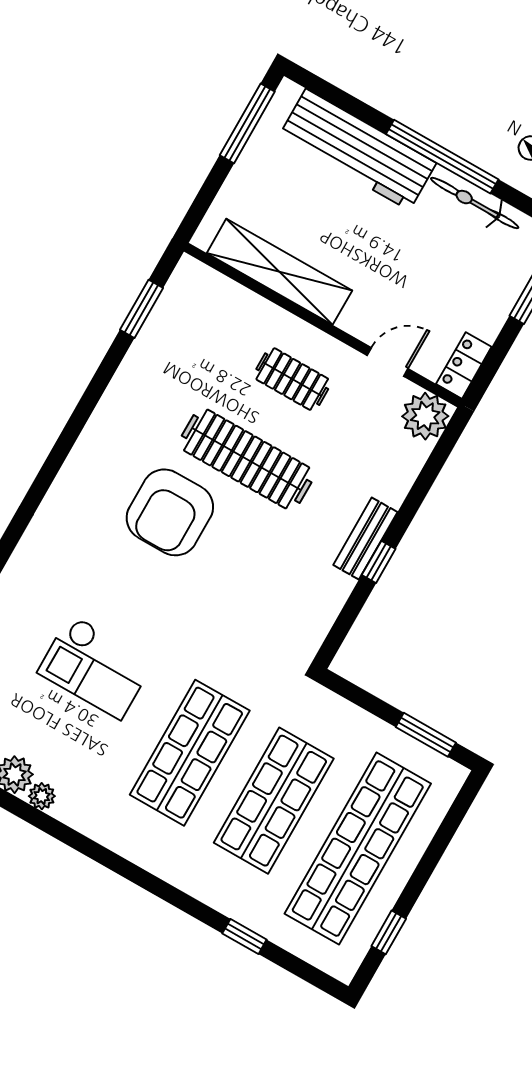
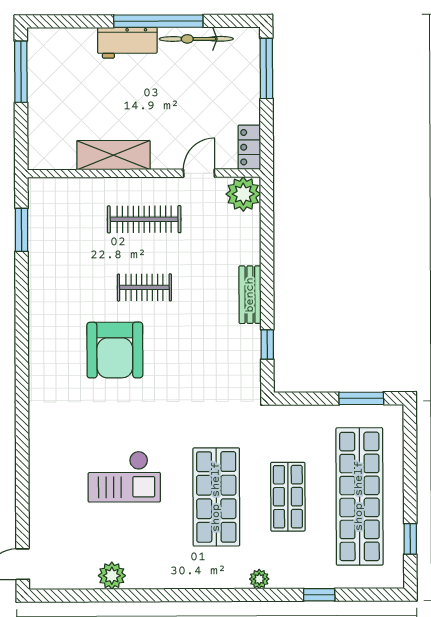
workbench: (358, 150) -> (127, 43), width x0.53, depth x0.76
shelving: (279, 272) -> (113, 155), width x0.68
clothes rail: (292, 379) -> (144, 219), width x1.36
clothes rail: (247, 459) -> (144, 287), width x0.54, depth x0.76
window: (379, 562) -> (267, 345), moved
plant: (42, 796) -> (259, 579), moved
shop shelf: (274, 801) -> (288, 497), width x0.70, depth x0.74

